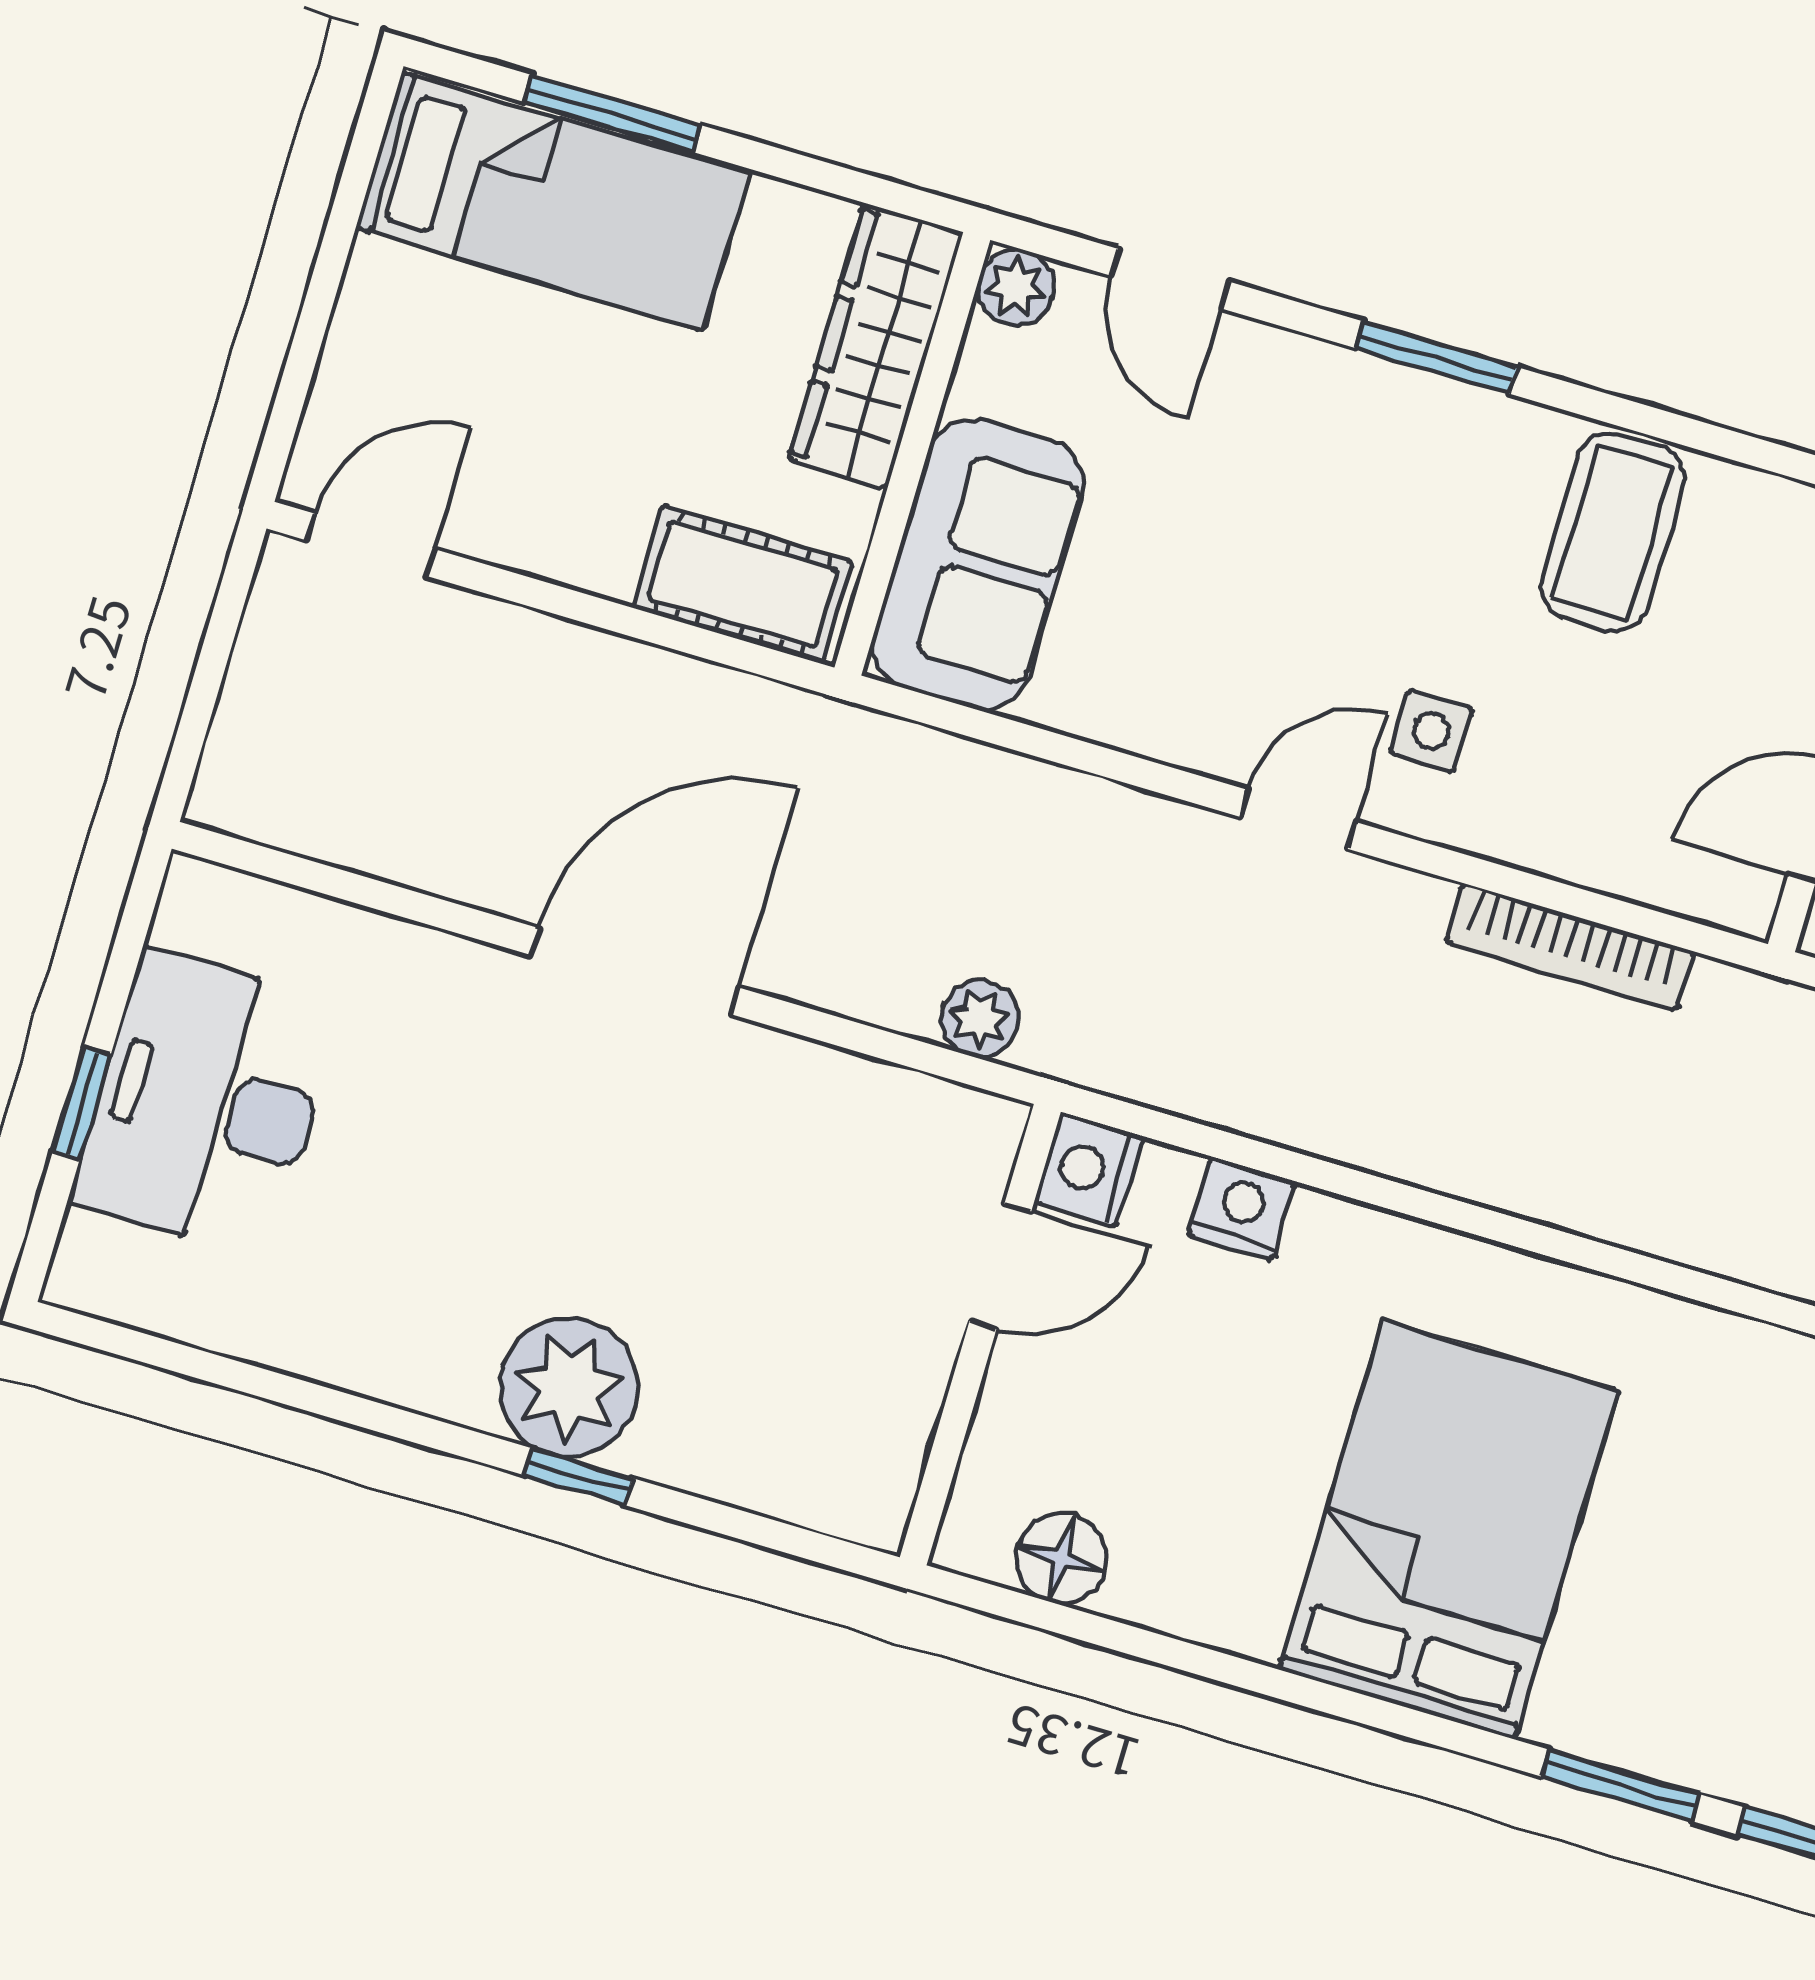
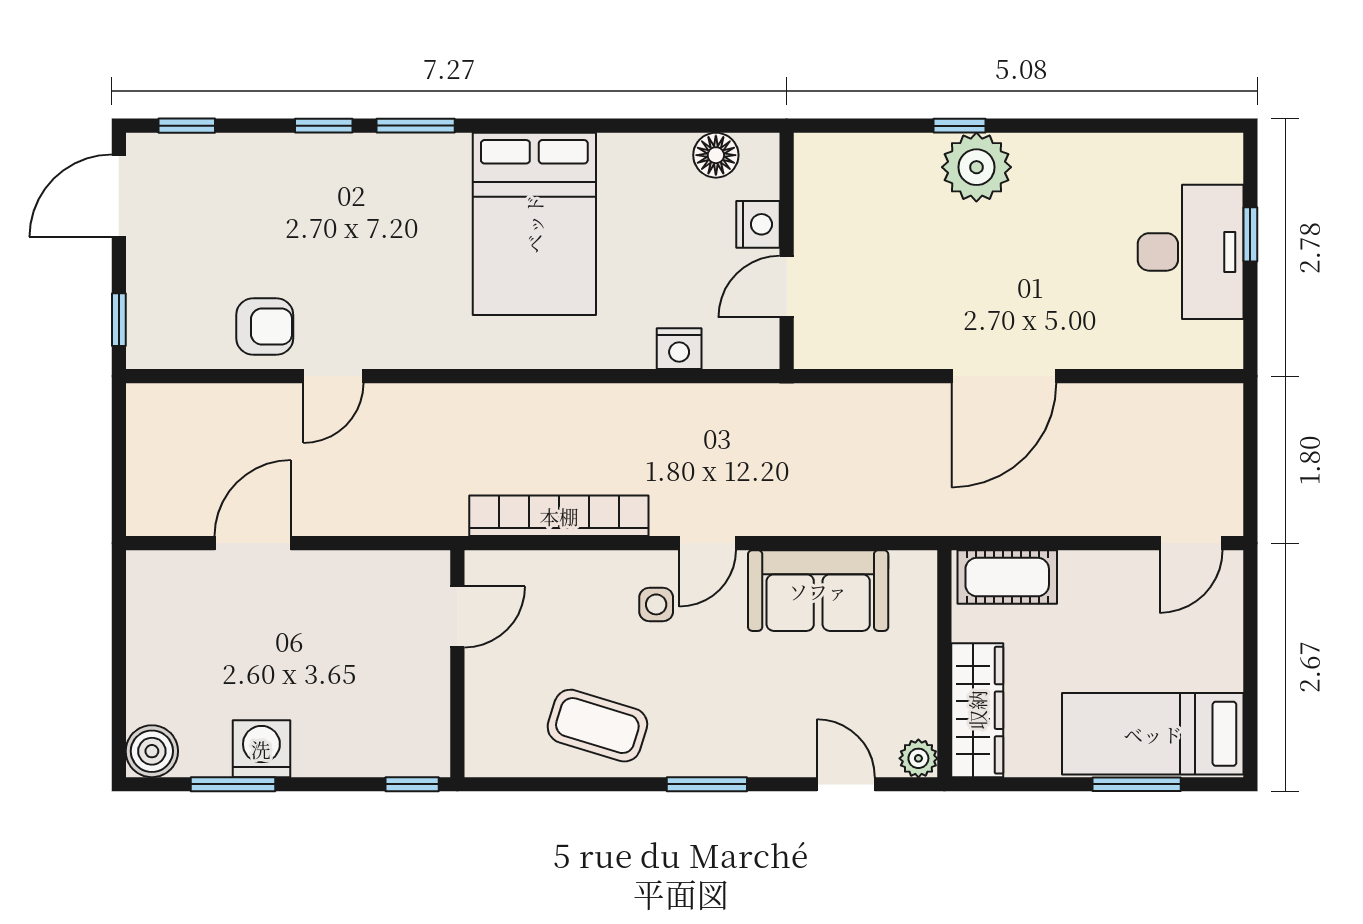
coffee table: (1613, 532) -> (597, 726), turned -73
sofa: (978, 564) -> (818, 591), moved, turned -90
bookcase: (1570, 947) -> (559, 516), width x1.48, depth x1.31
plant: (980, 1019) -> (832, 402), removed
nightstand: (1089, 1169) -> (758, 224), moved

